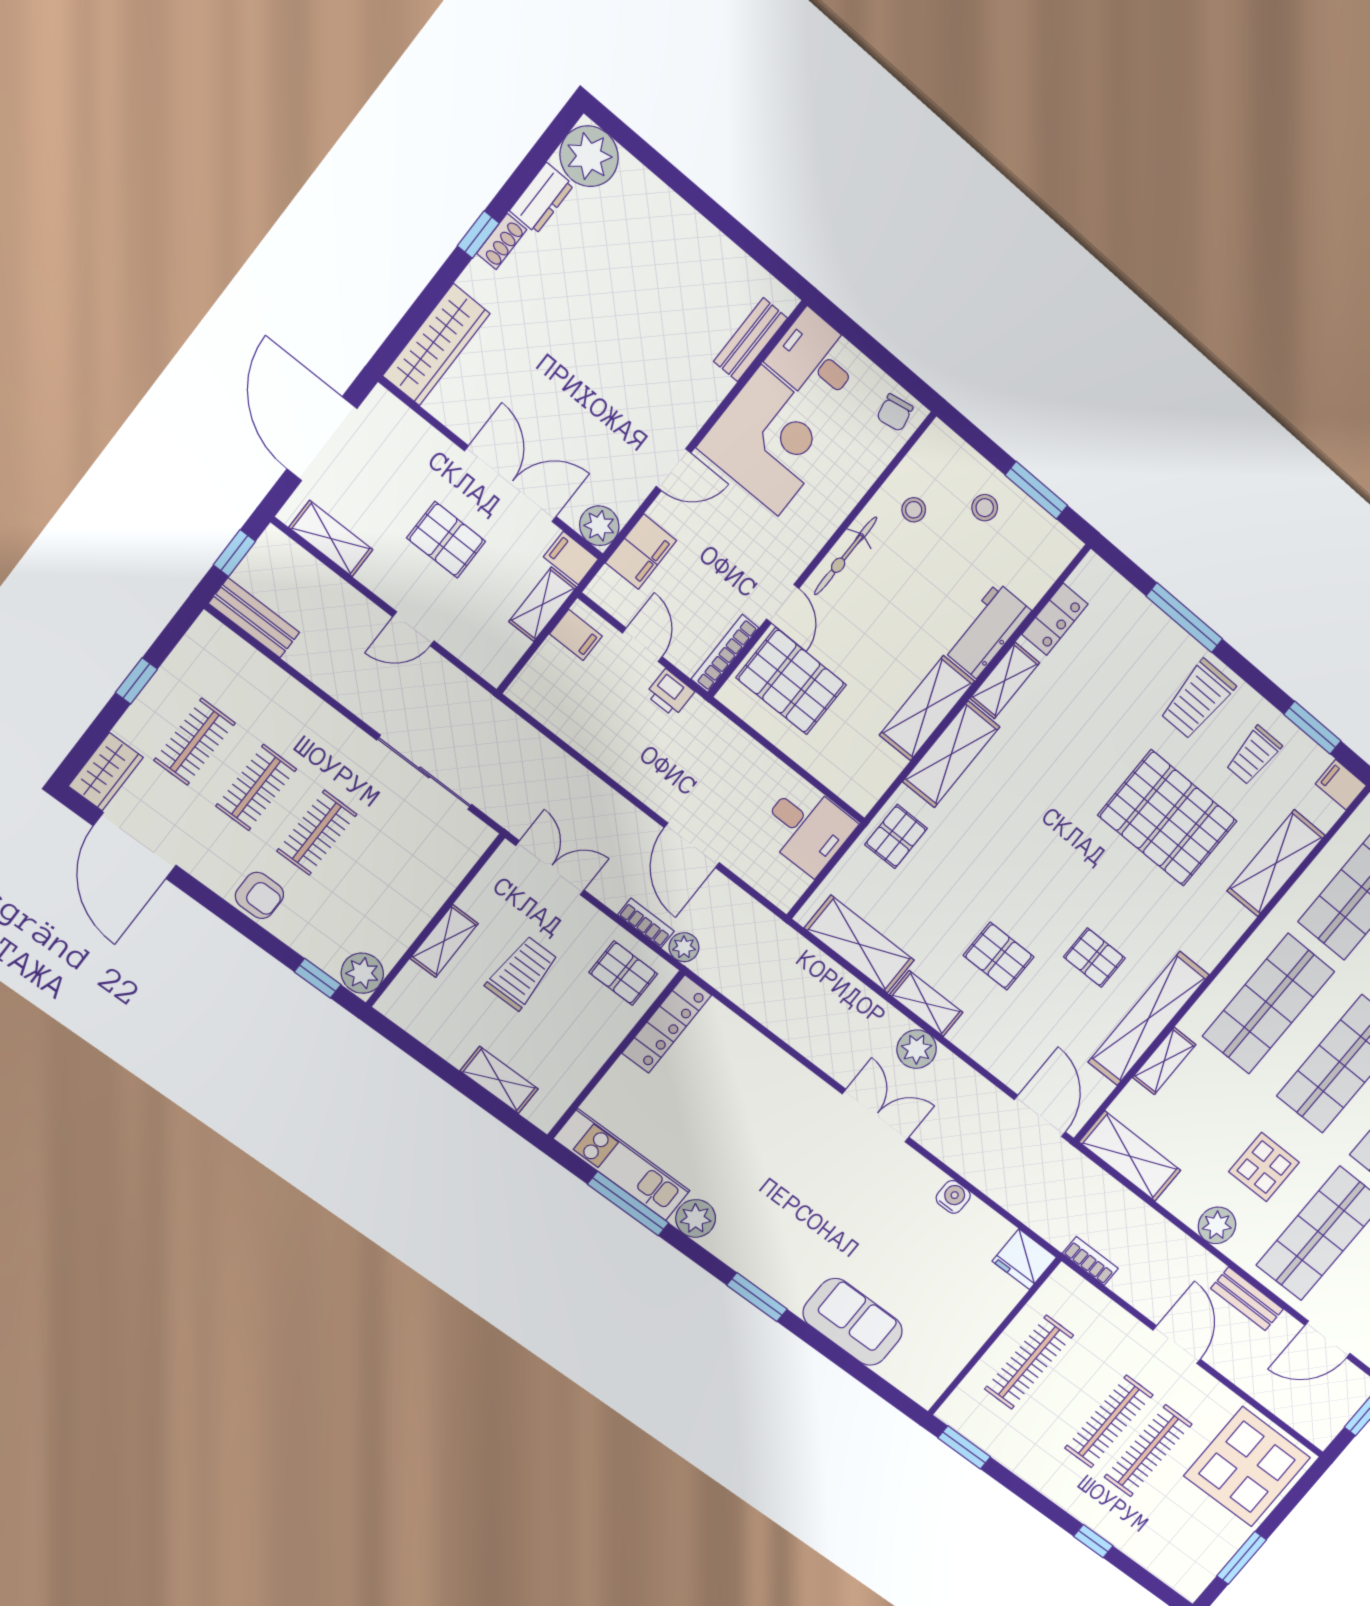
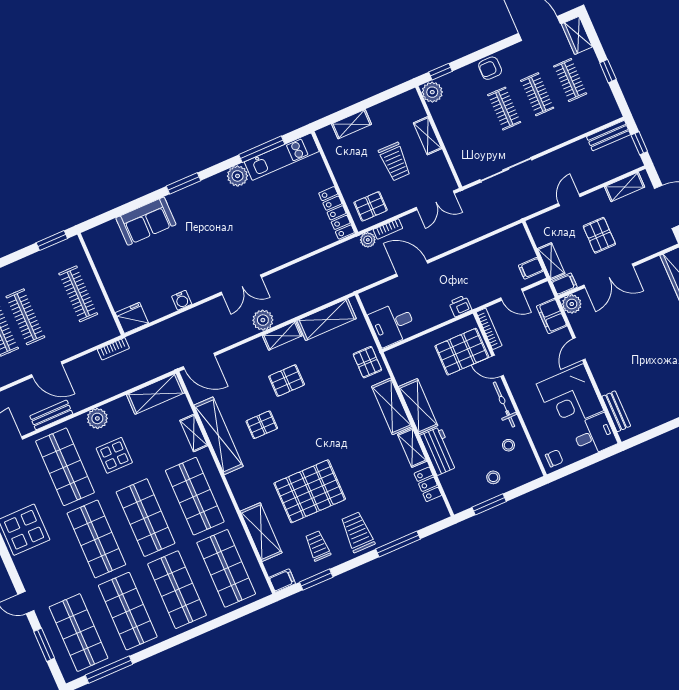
chair: (895, 413) -> (554, 458), turned 101
pallet: (446, 540) -> (599, 235), turned 90
printer: (670, 693) -> (460, 306), moved

